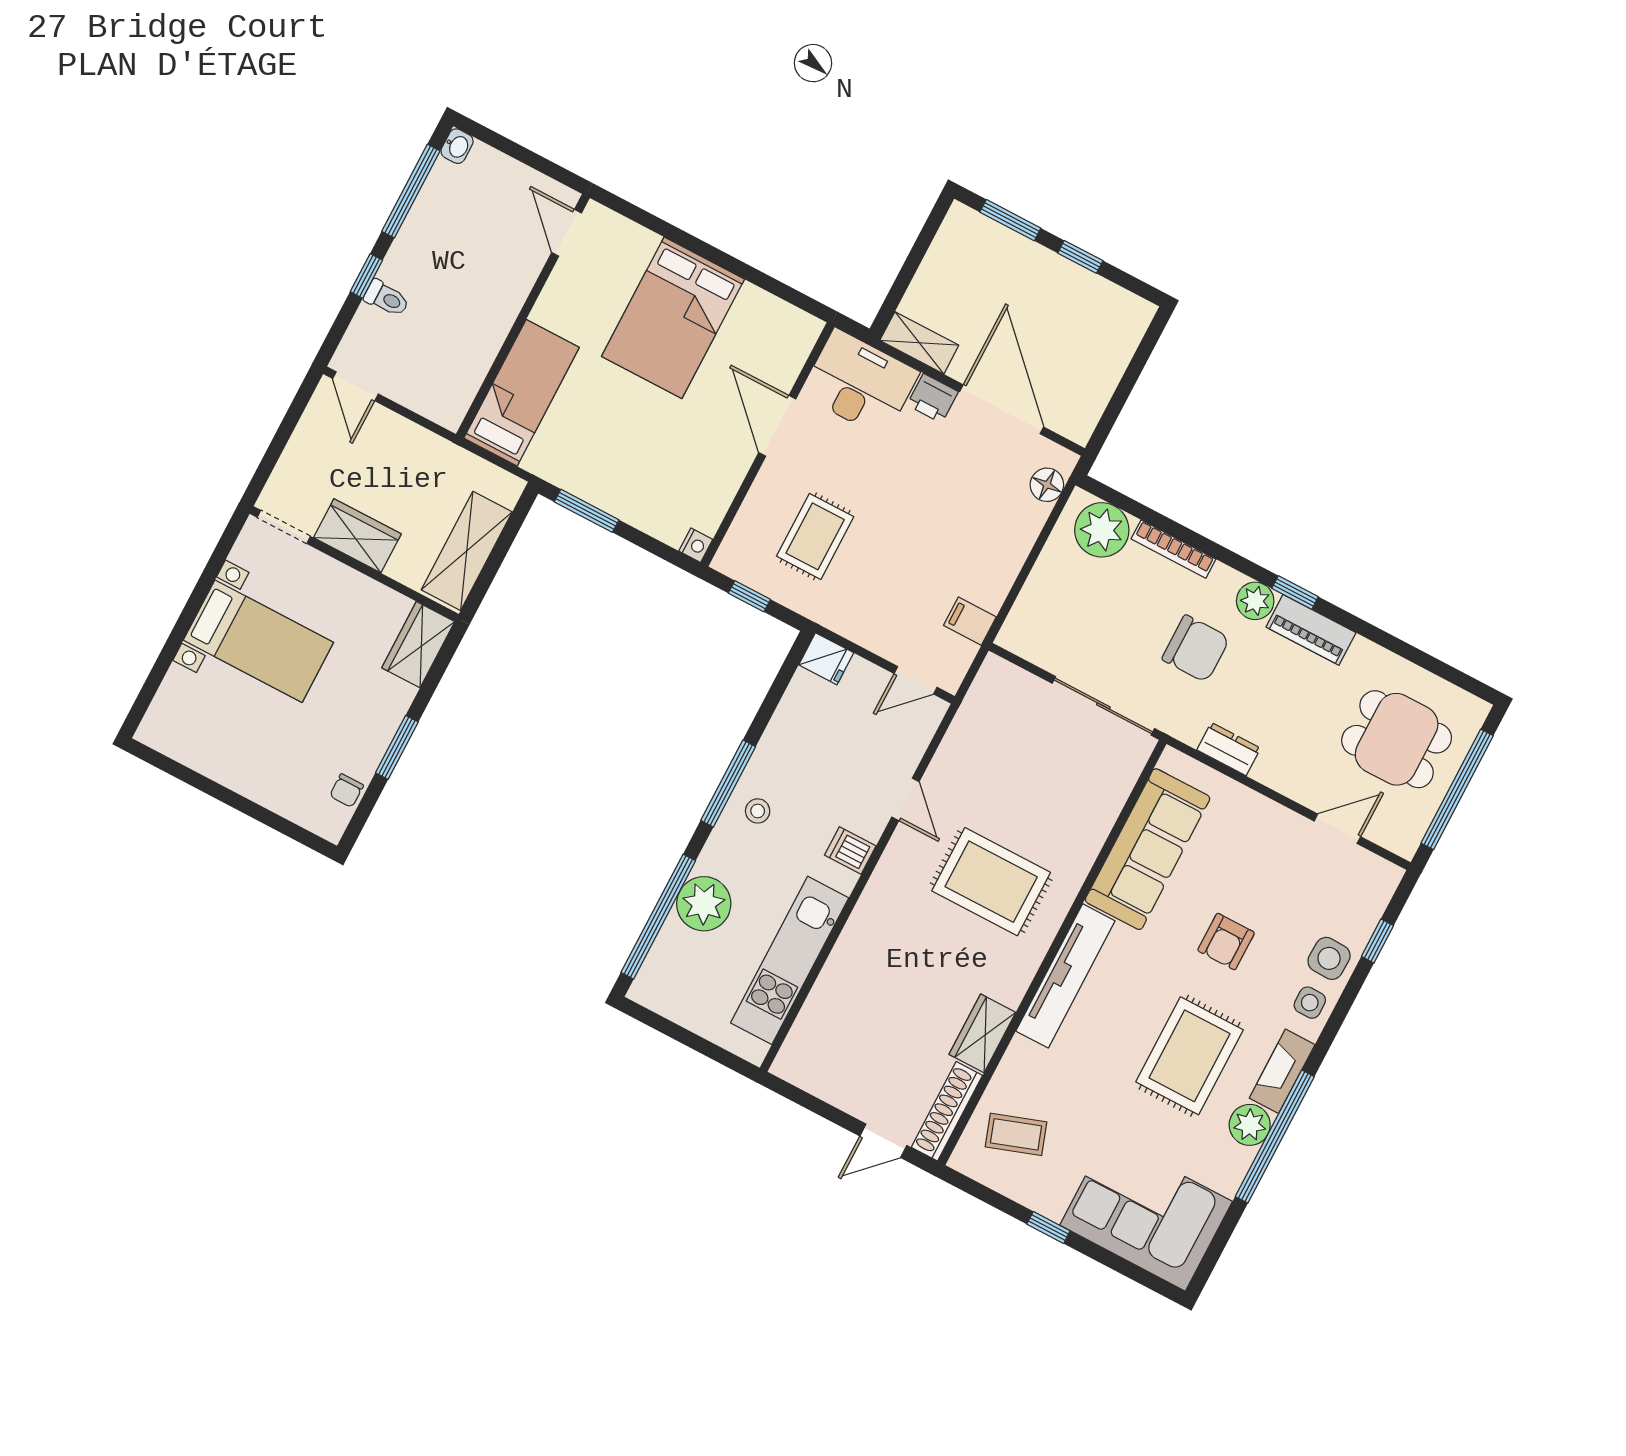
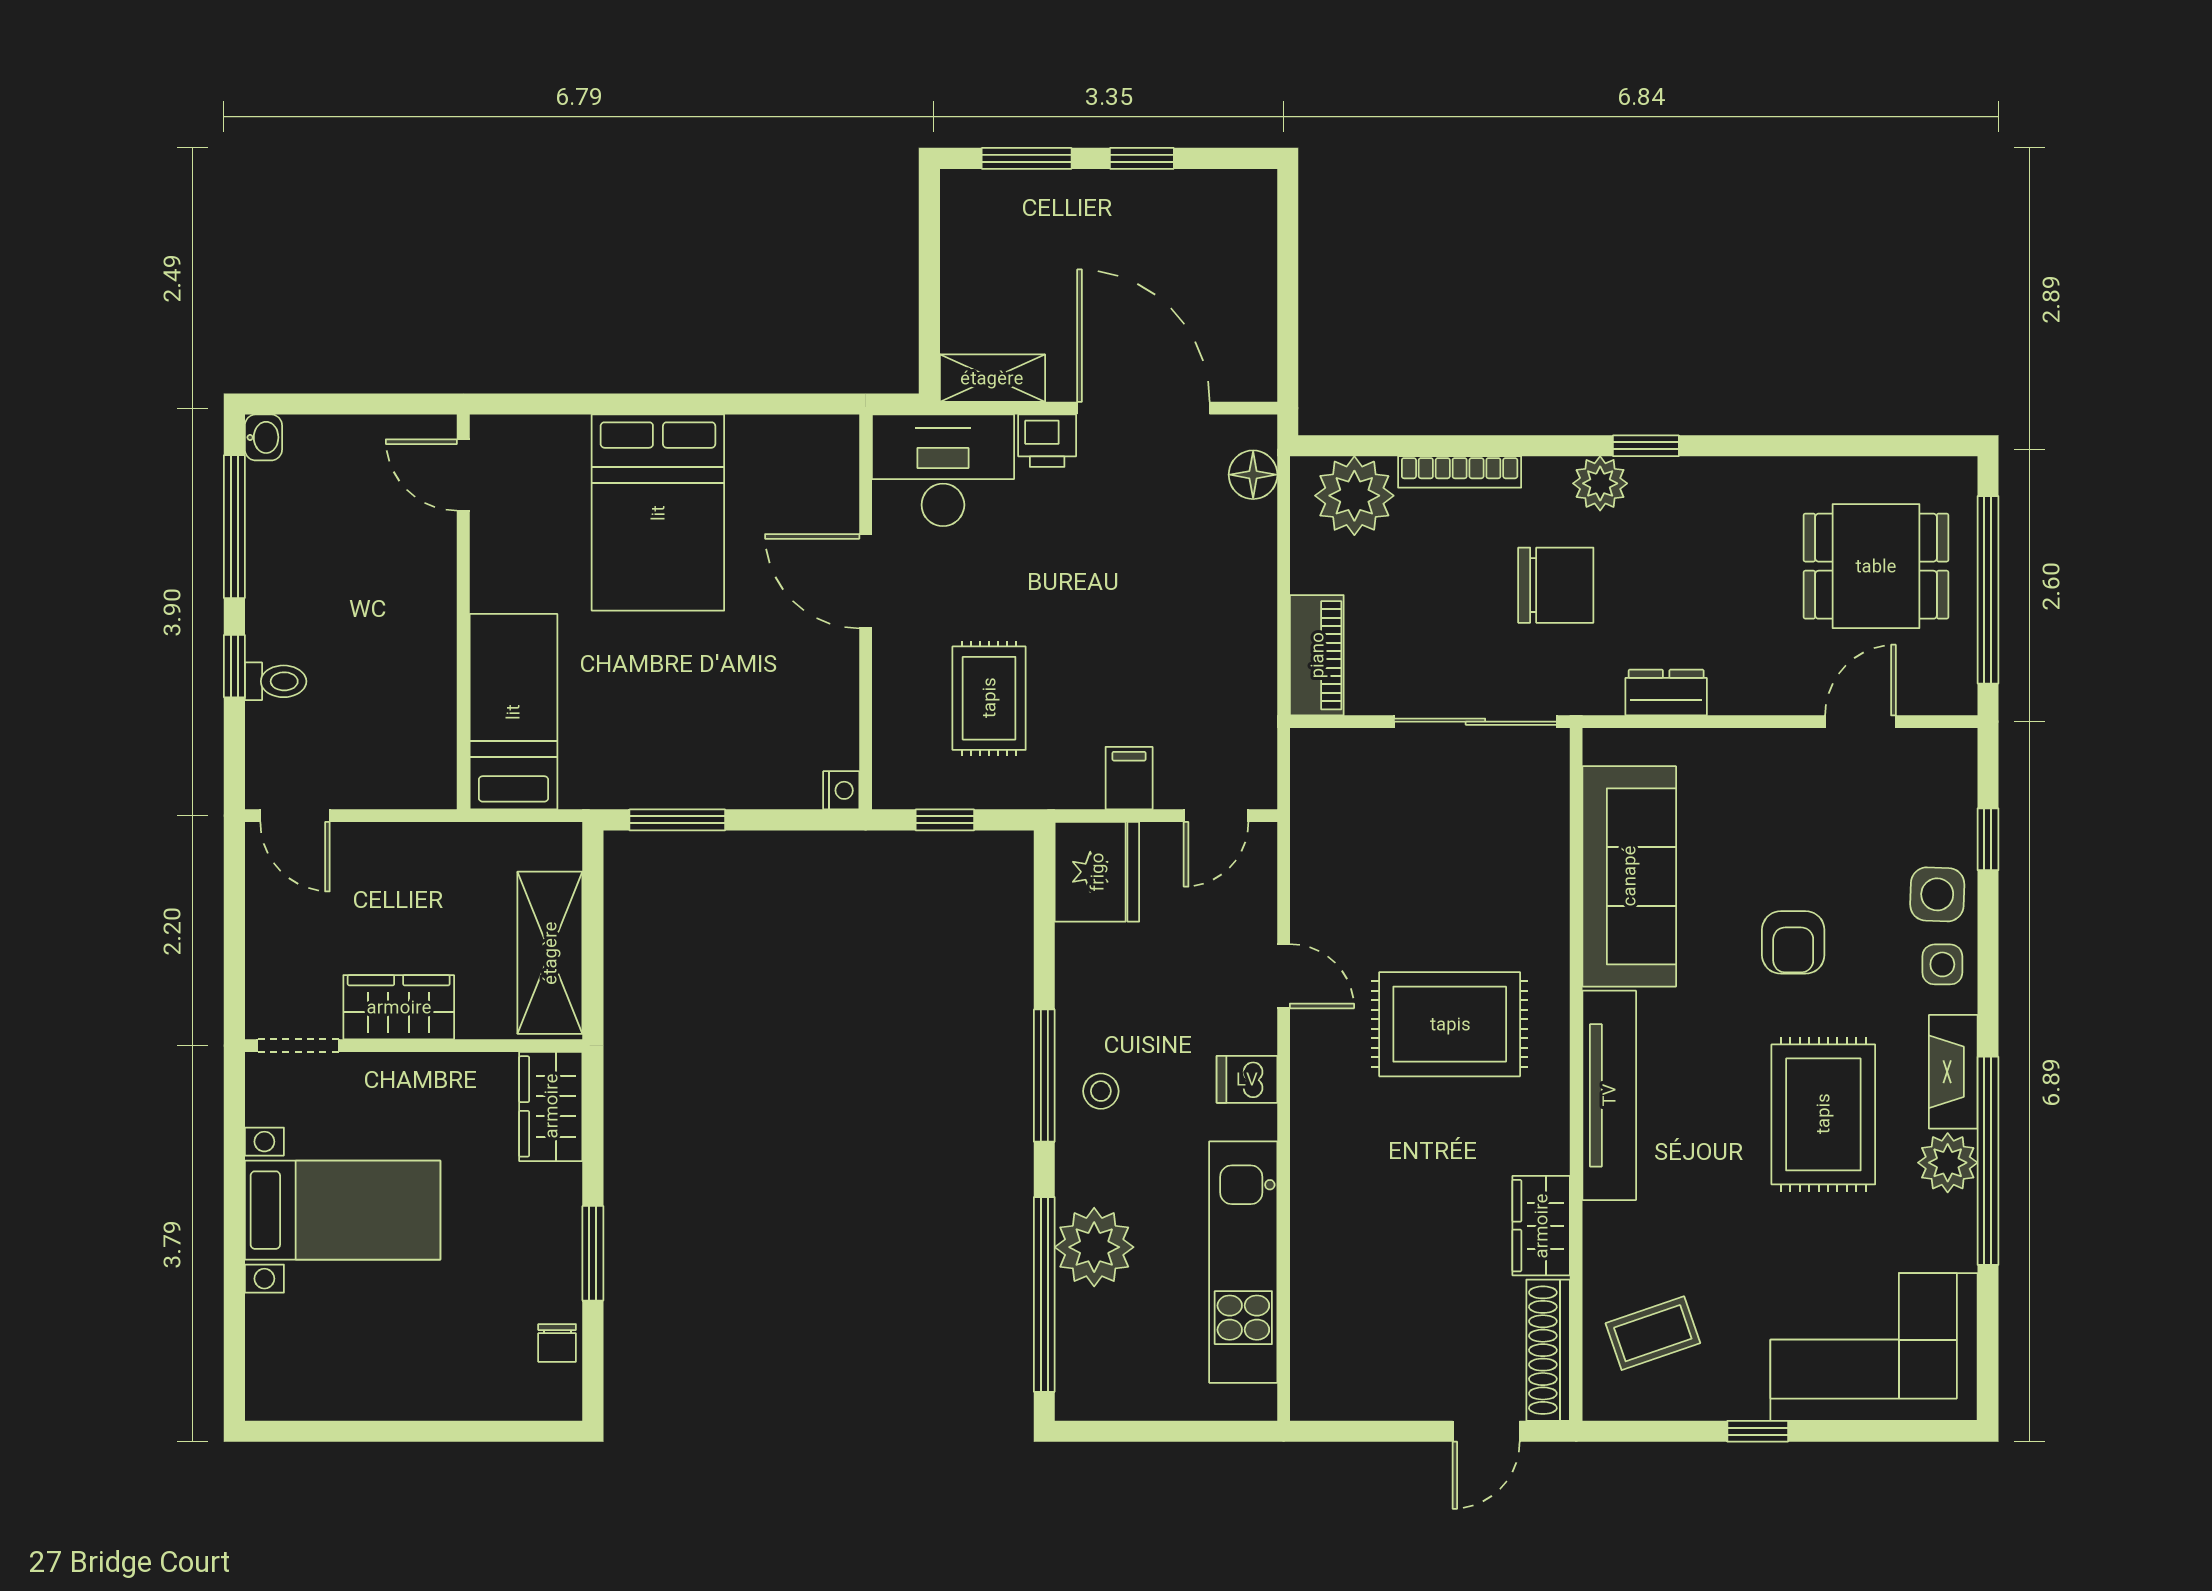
filing cabinet: (970, 621) -> (1129, 778), moved, turned 90
piano: (1311, 630) -> (1317, 655), moved, turned -90
fridge: (826, 659) -> (1097, 872), width x1.88, depth x1.34

